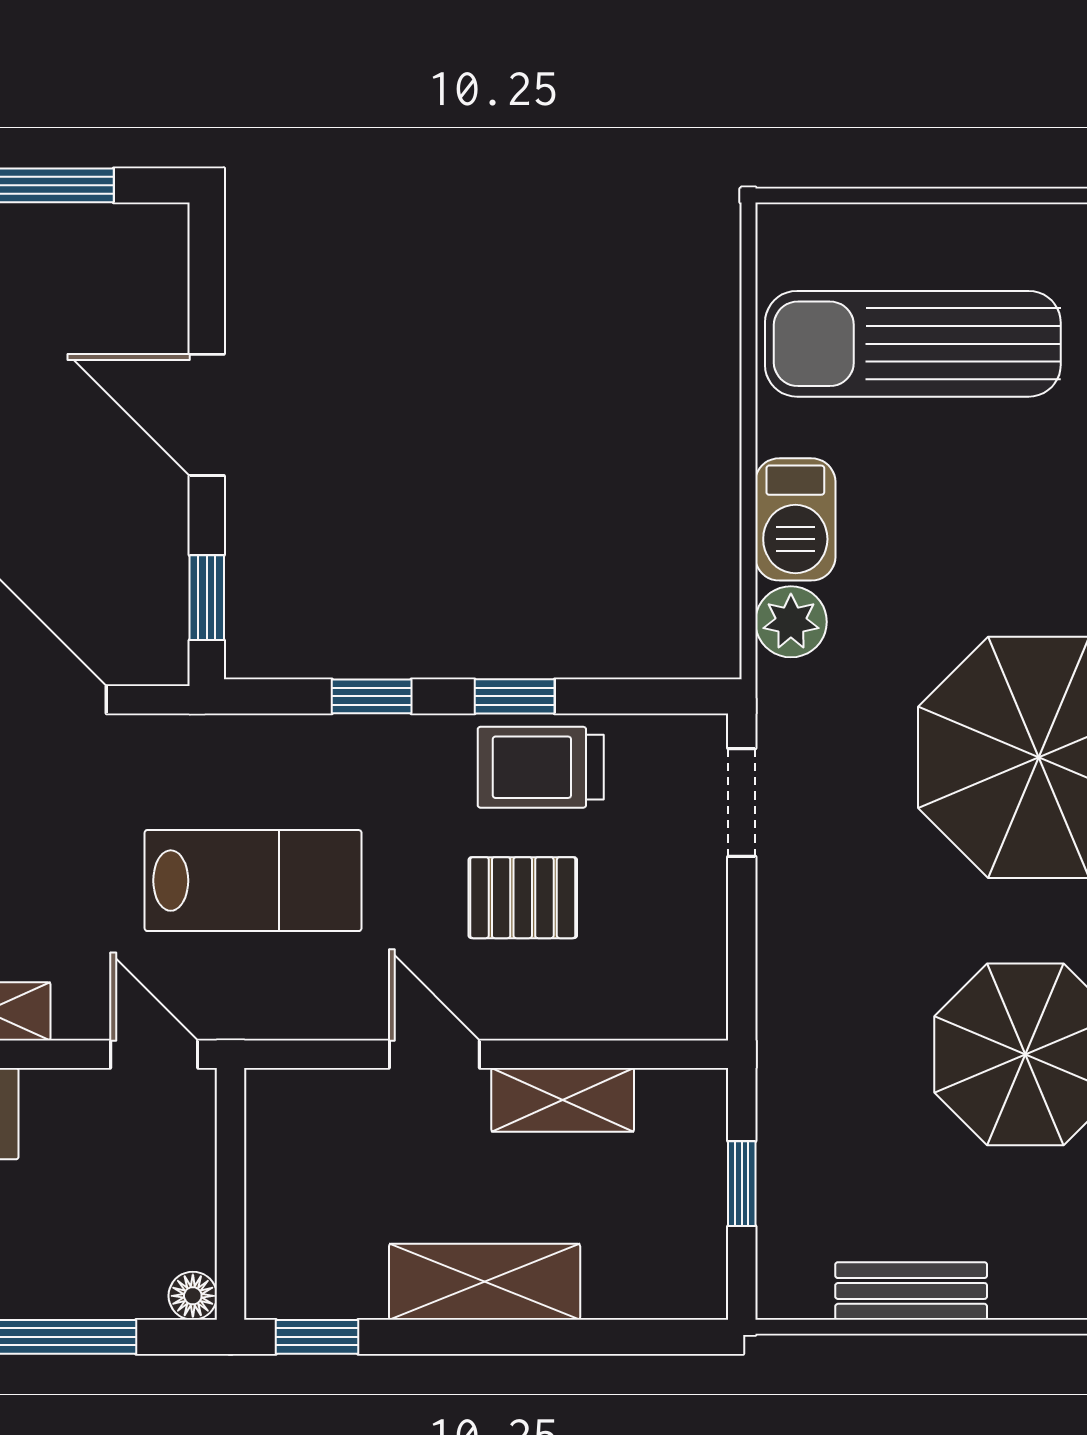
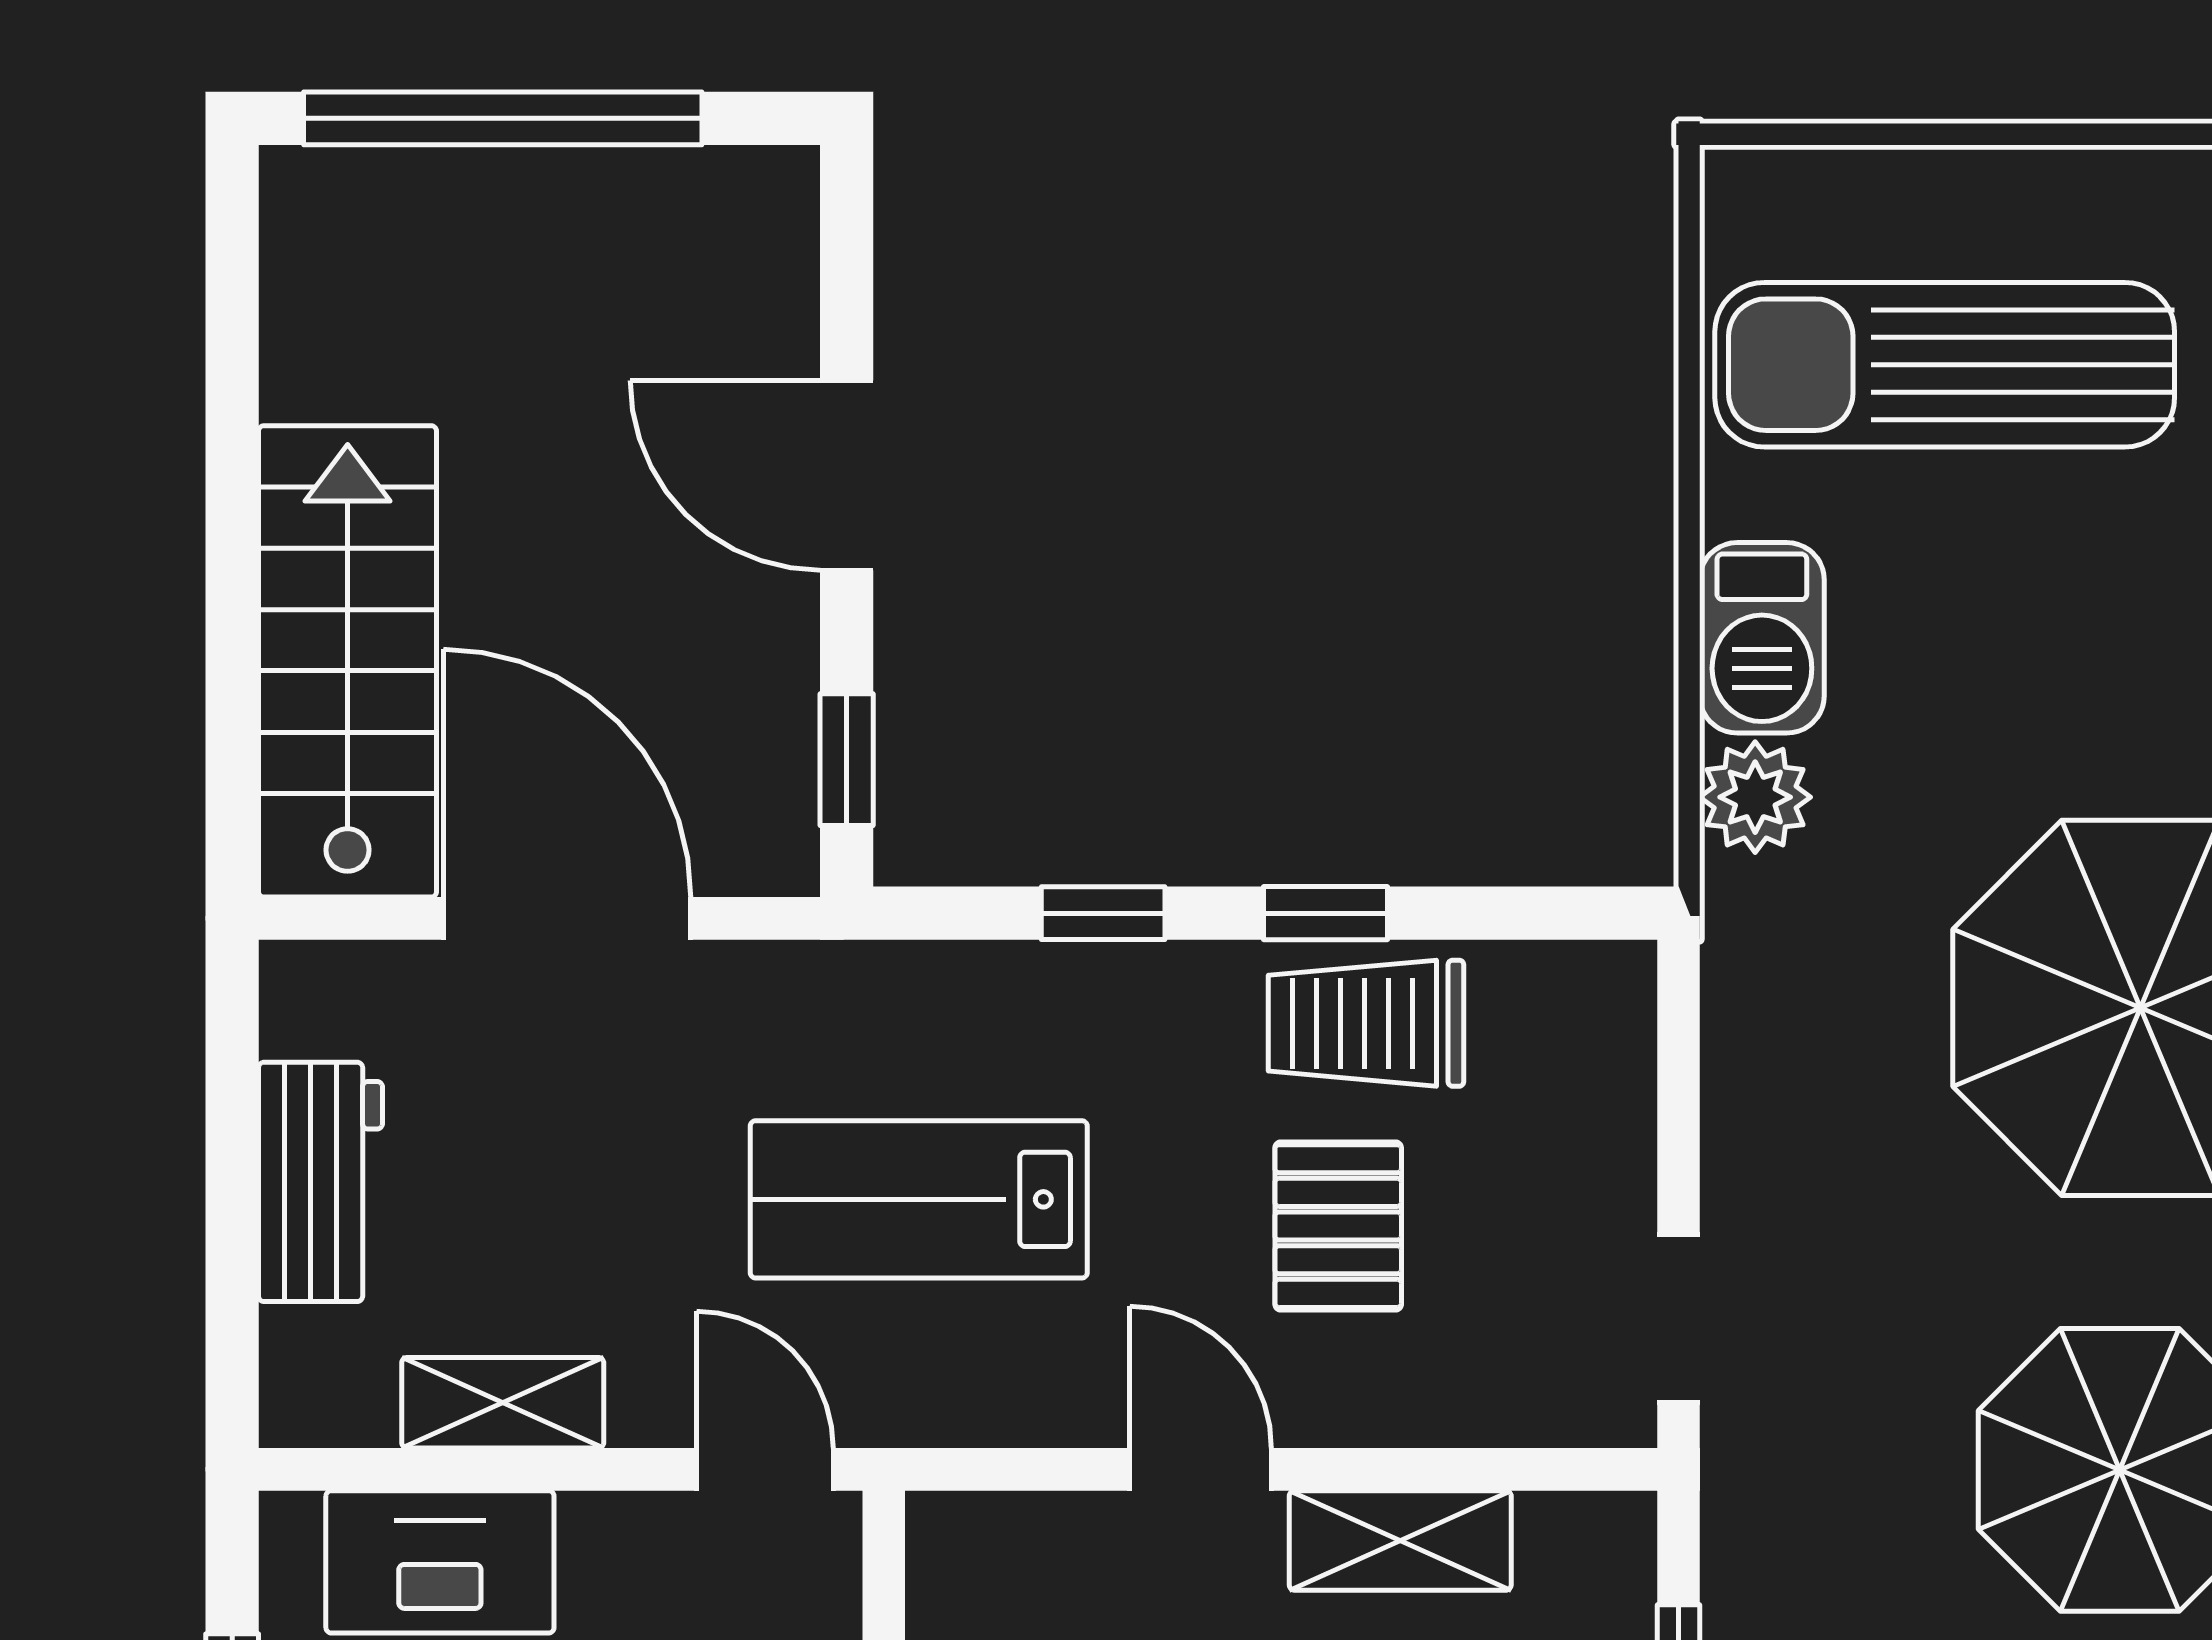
doorway: (742, 802) -> (1679, 1319), moved
lab bench: (253, 881) -> (919, 1199), turned 180
pallet: (523, 898) -> (1338, 1226), turned 90

